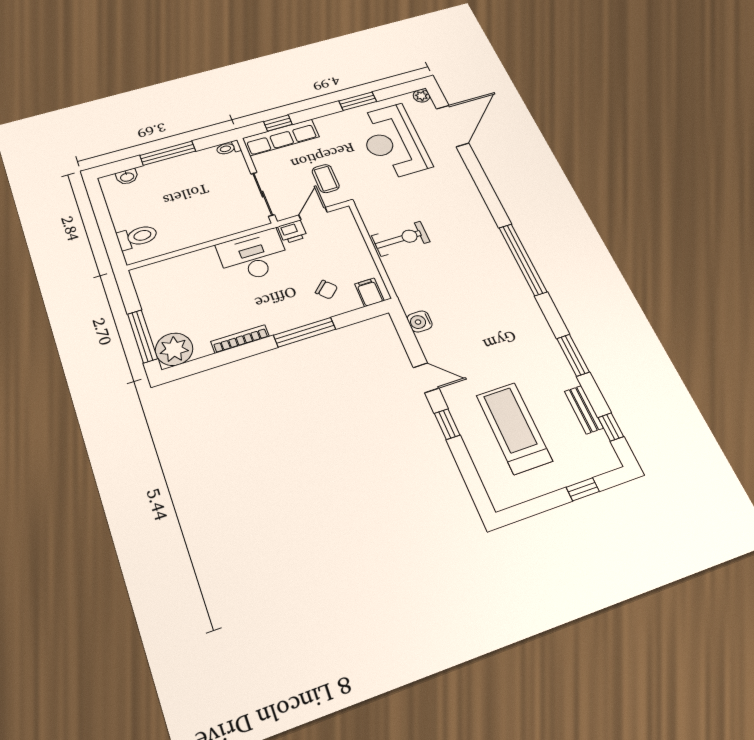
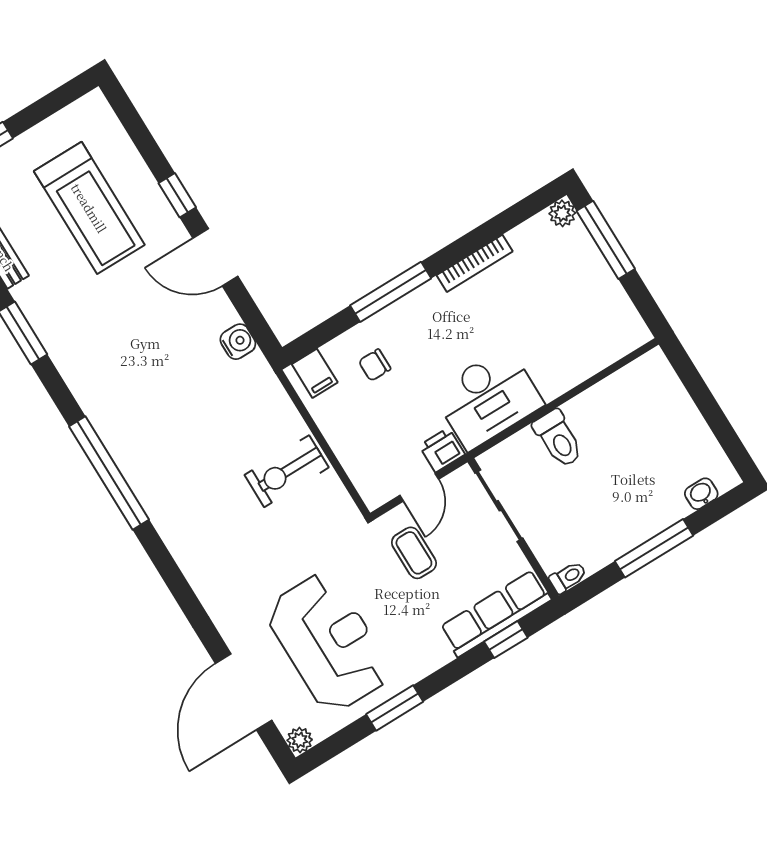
toilet: (137, 237) -> (558, 439), moved, turned -90
chair: (326, 290) -> (375, 365), turned -47
plant: (174, 349) -> (562, 213), width x0.53, depth x0.53
door: (426, 378) -> (215, 257), width x1.38

